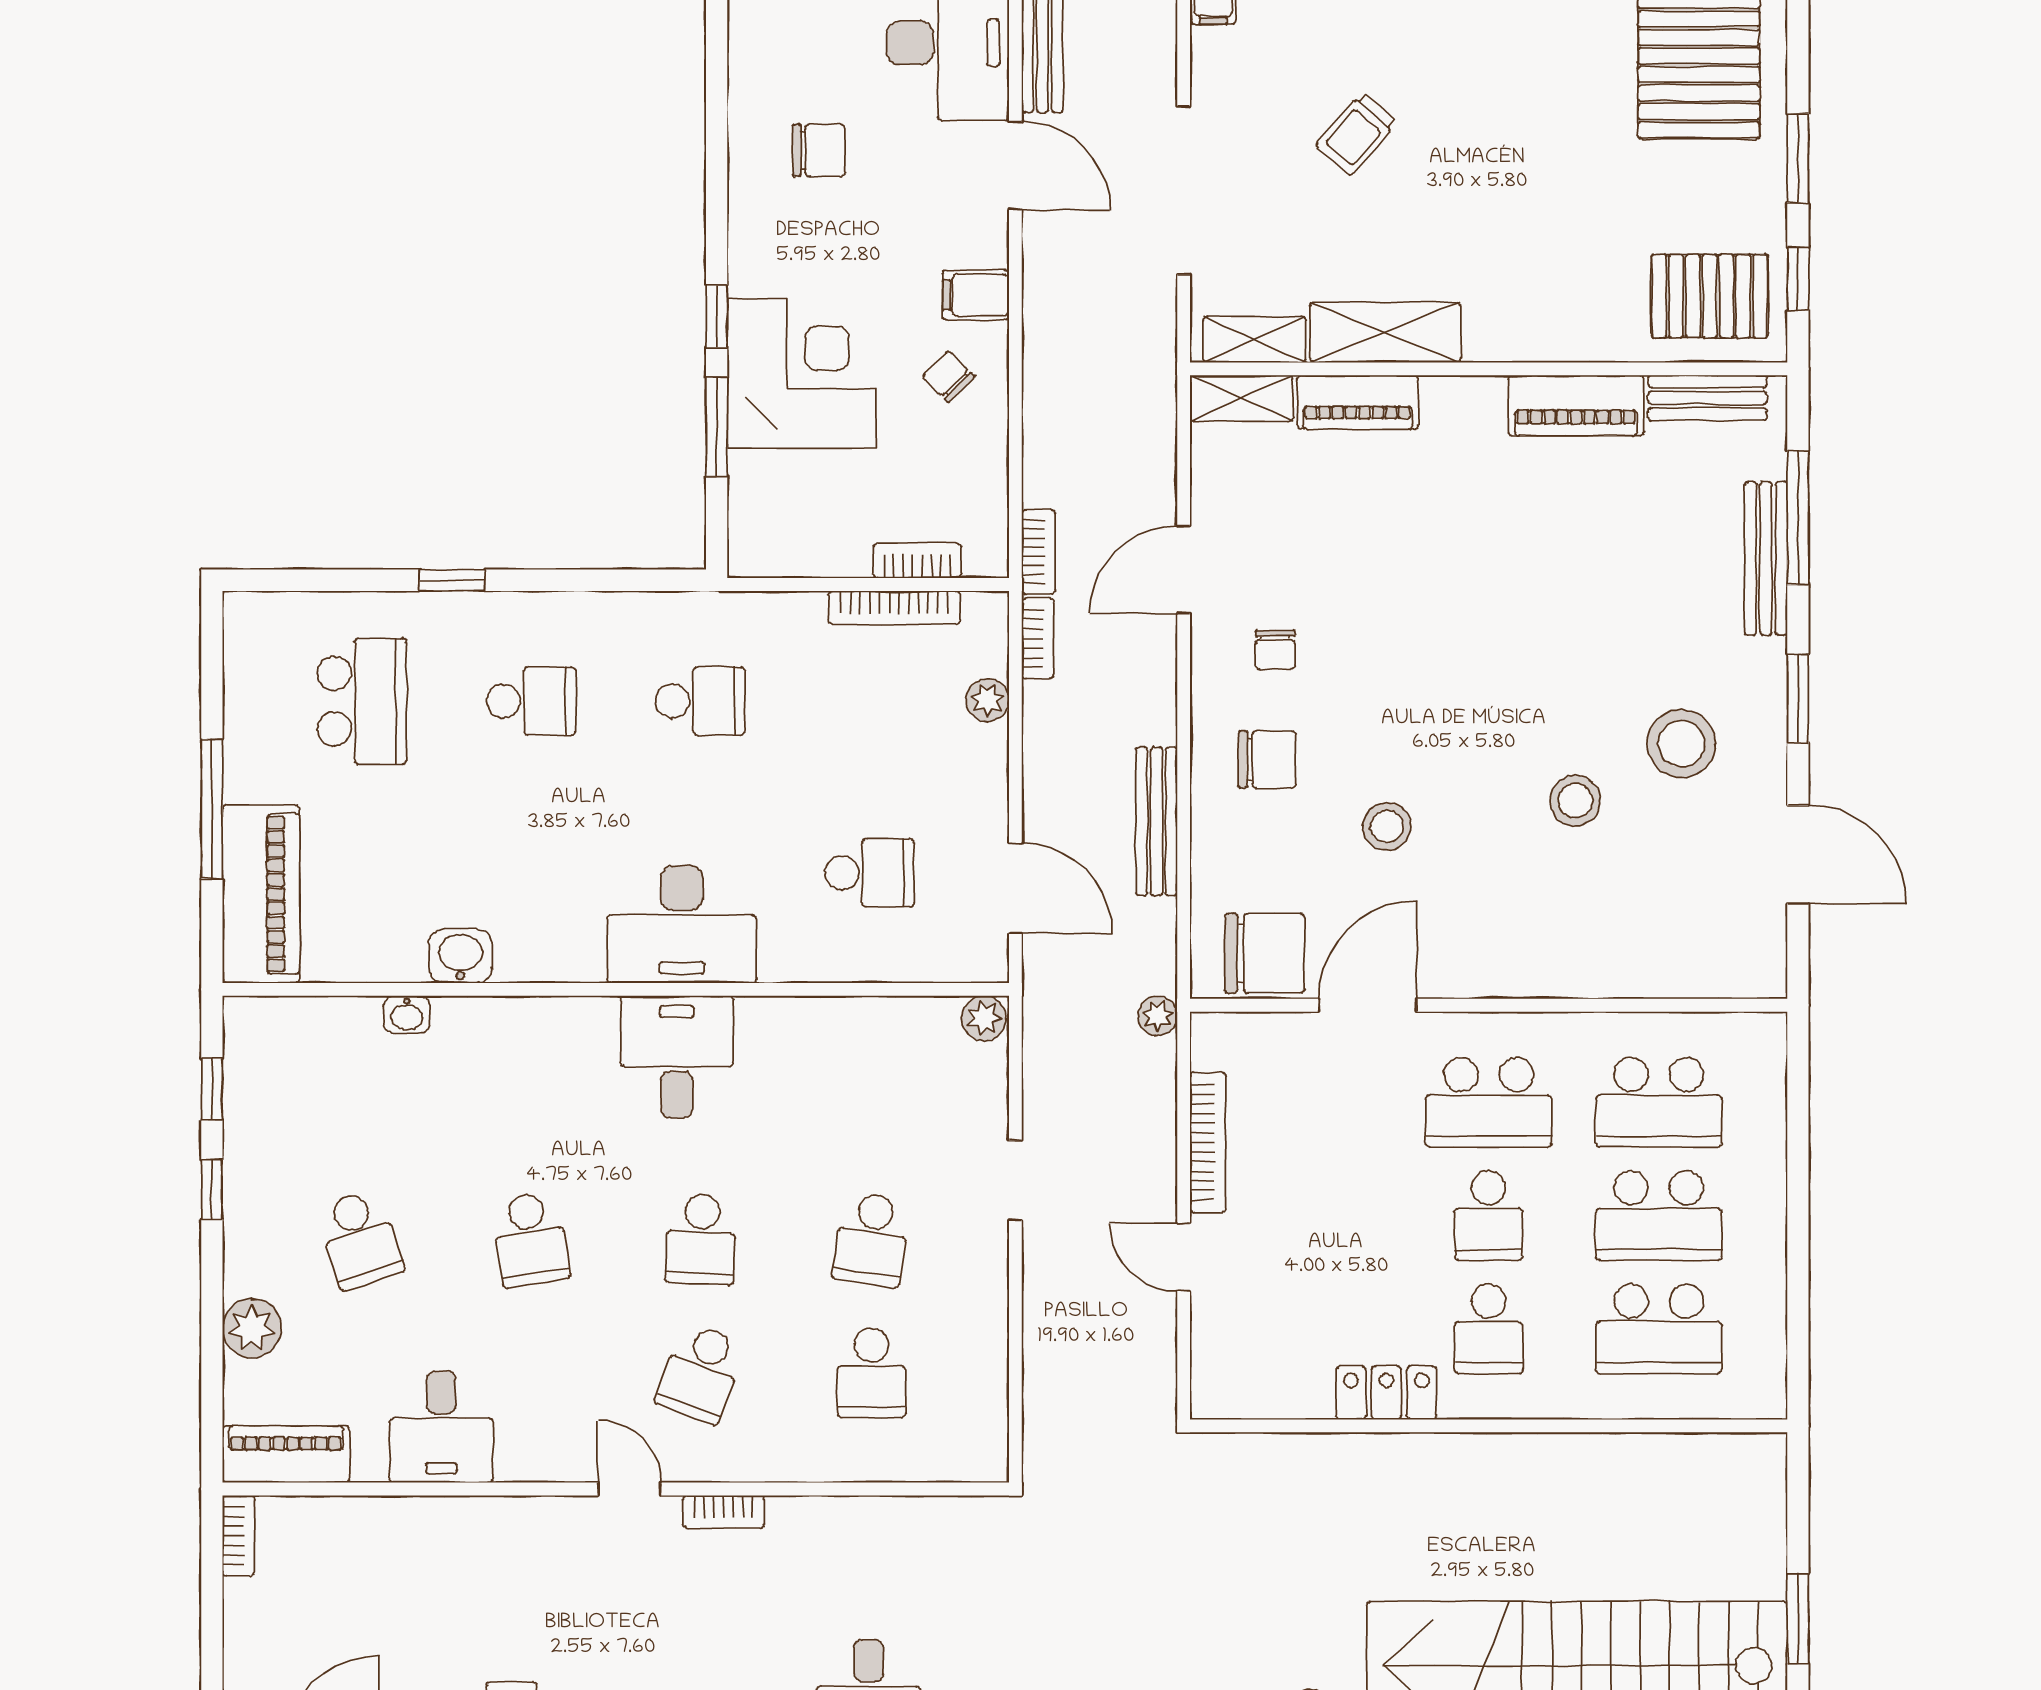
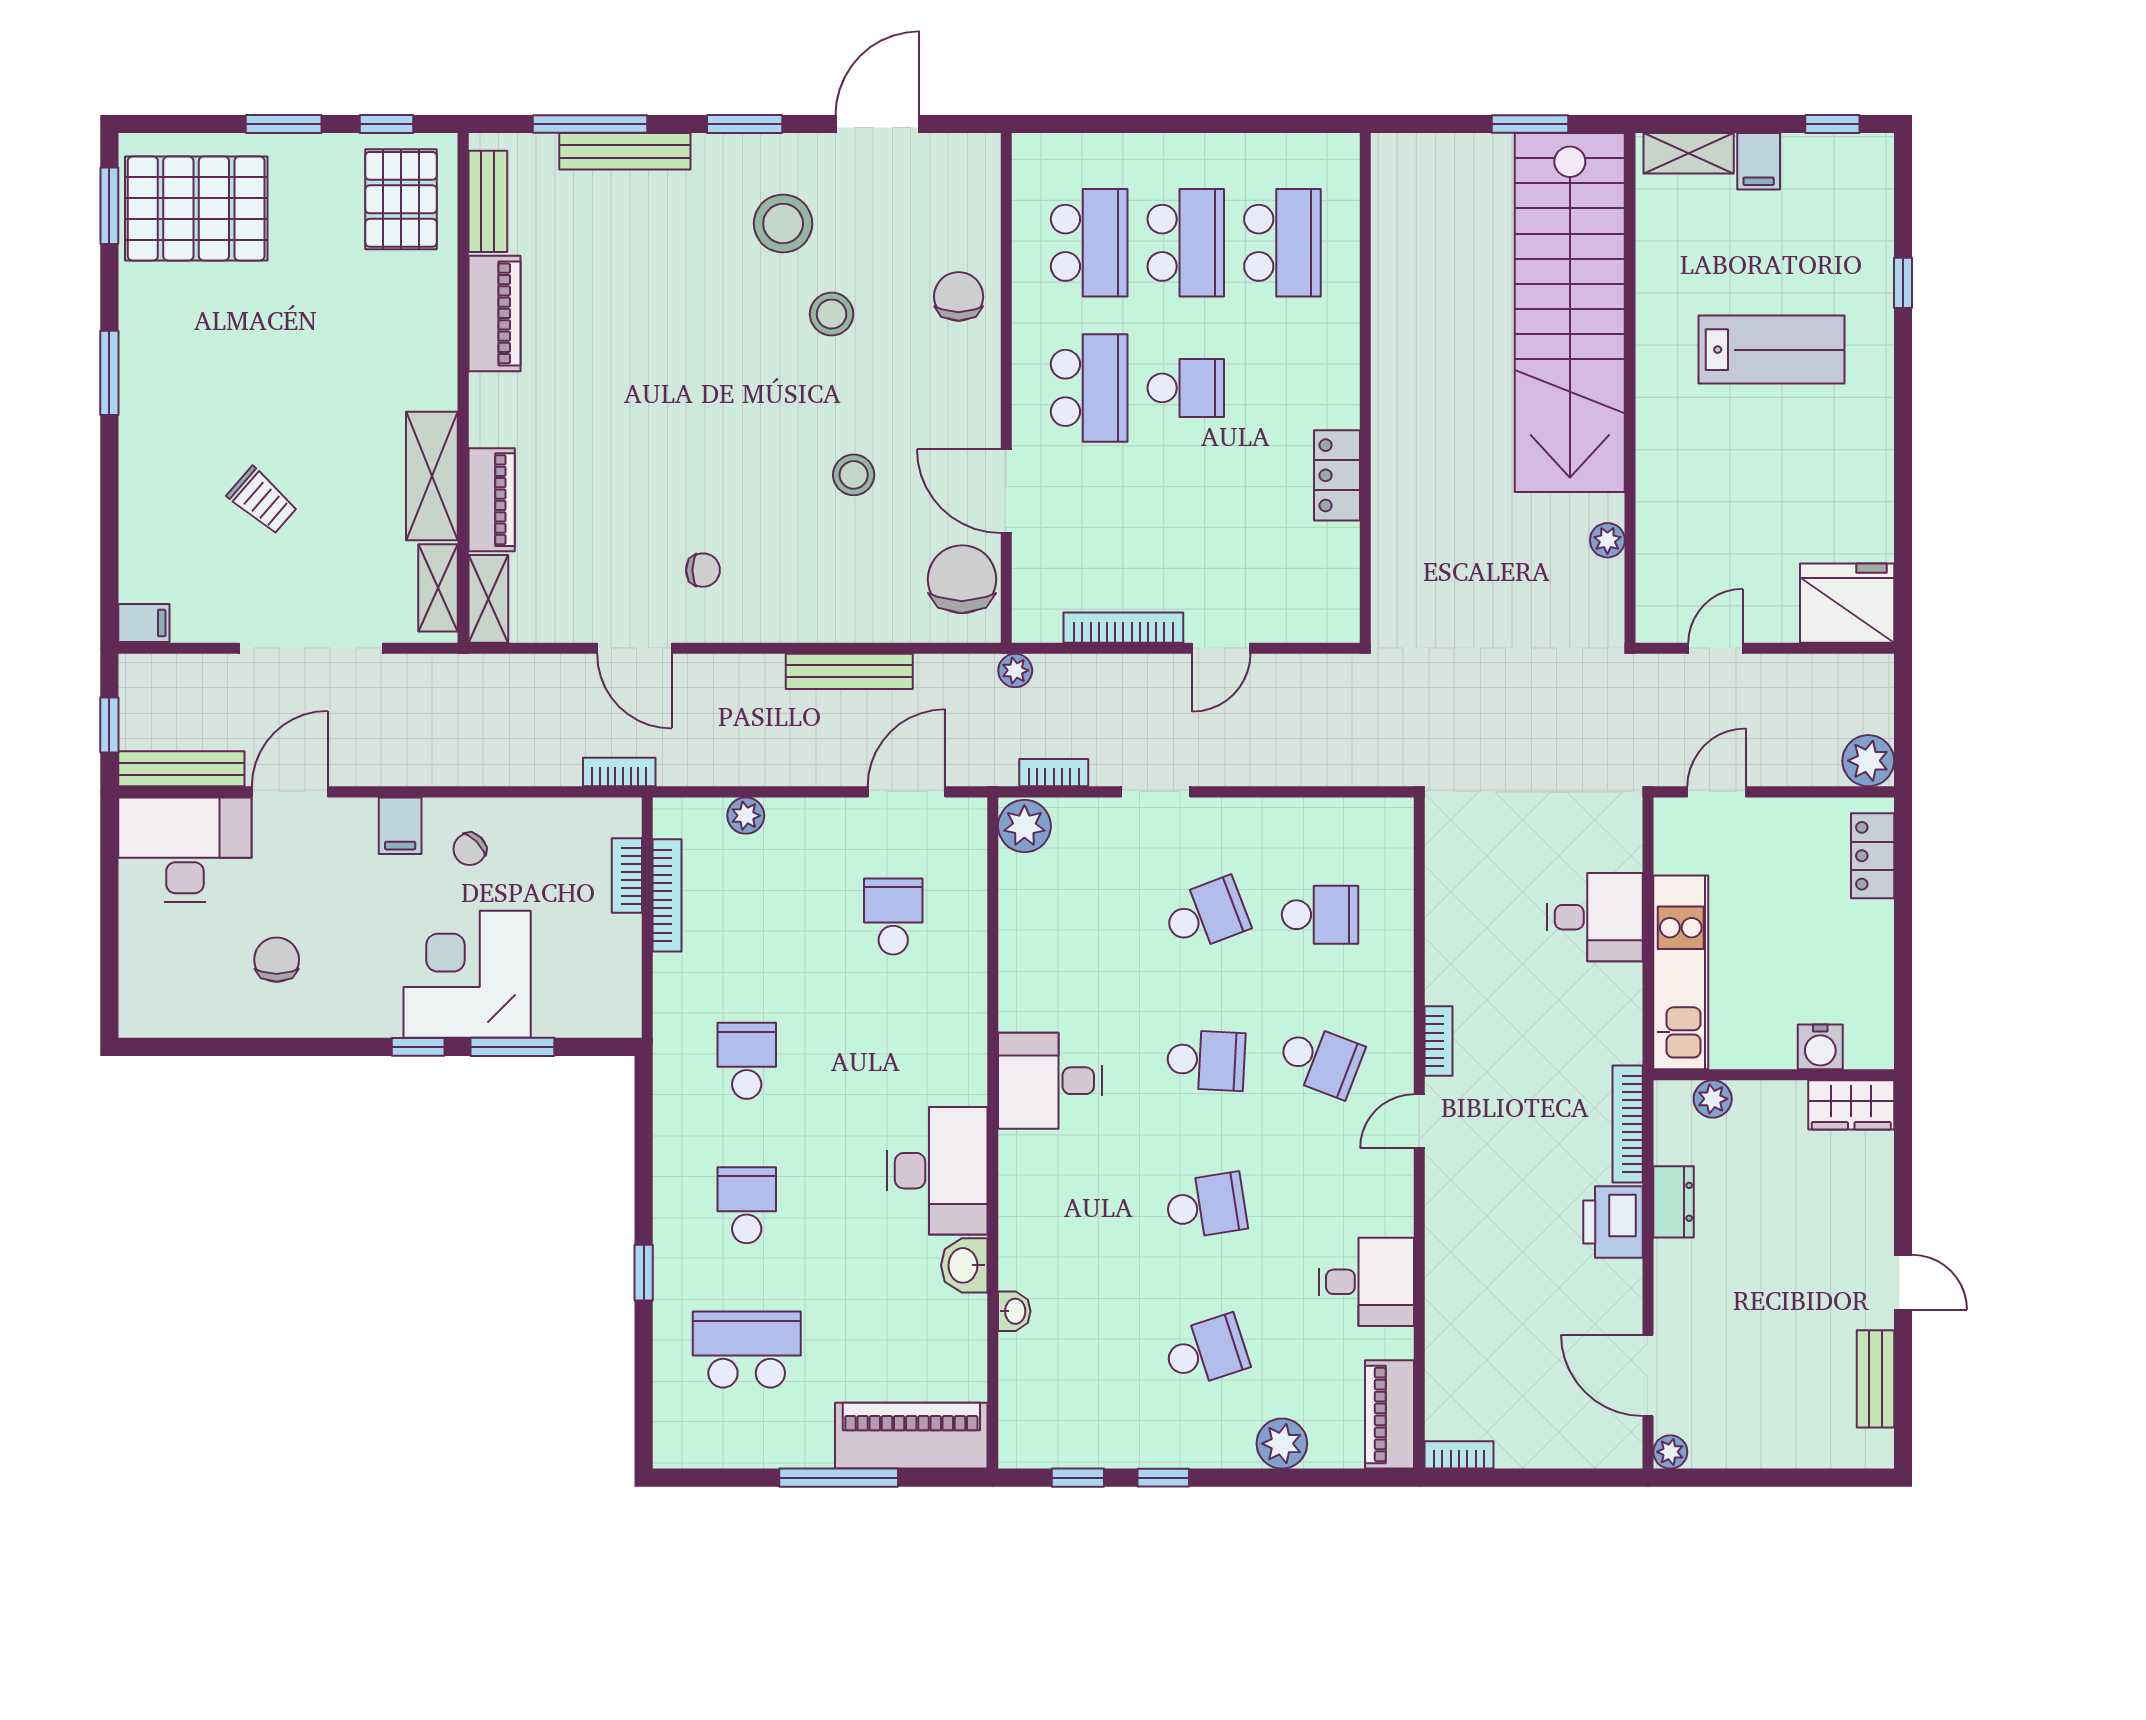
bookcase: (1038, 639) -> (1054, 773), moved
chair: (1267, 760) -> (959, 296), moved
desk: (682, 924) -> (937, 1171), moved
plant: (984, 1018) -> (1024, 826), width x1.38, depth x1.38
school desk: (871, 1239) -> (1206, 915), turned -30
school desk: (1489, 1329) -> (1282, 388), removed

